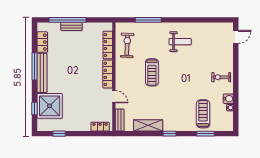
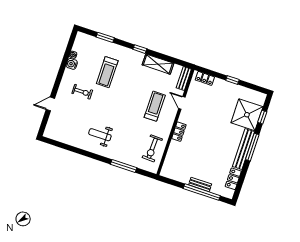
door: (236, 37) -> (50, 104), moved
locker: (108, 45) -> (171, 155), removed
window: (35, 66) -> (252, 147), moved
treadmill: (152, 72) -> (155, 106), moved
locker: (108, 74) -> (179, 132), width x0.66
exercise bike: (221, 77) -> (82, 92), moved
treadmill: (203, 114) -> (107, 72), moved
window: (59, 134) -> (232, 80), moved

